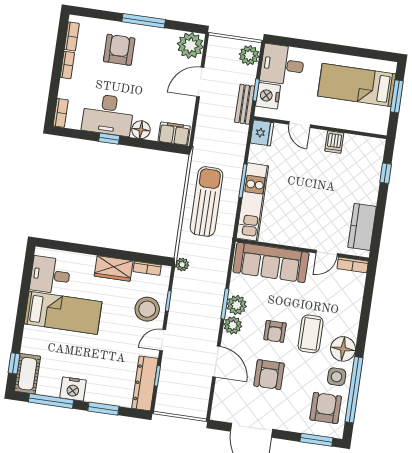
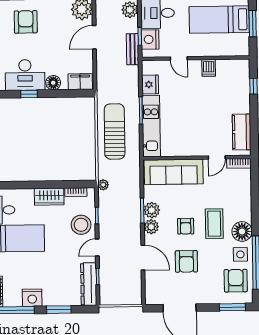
fridge: (262, 133) -> (150, 85), moved

